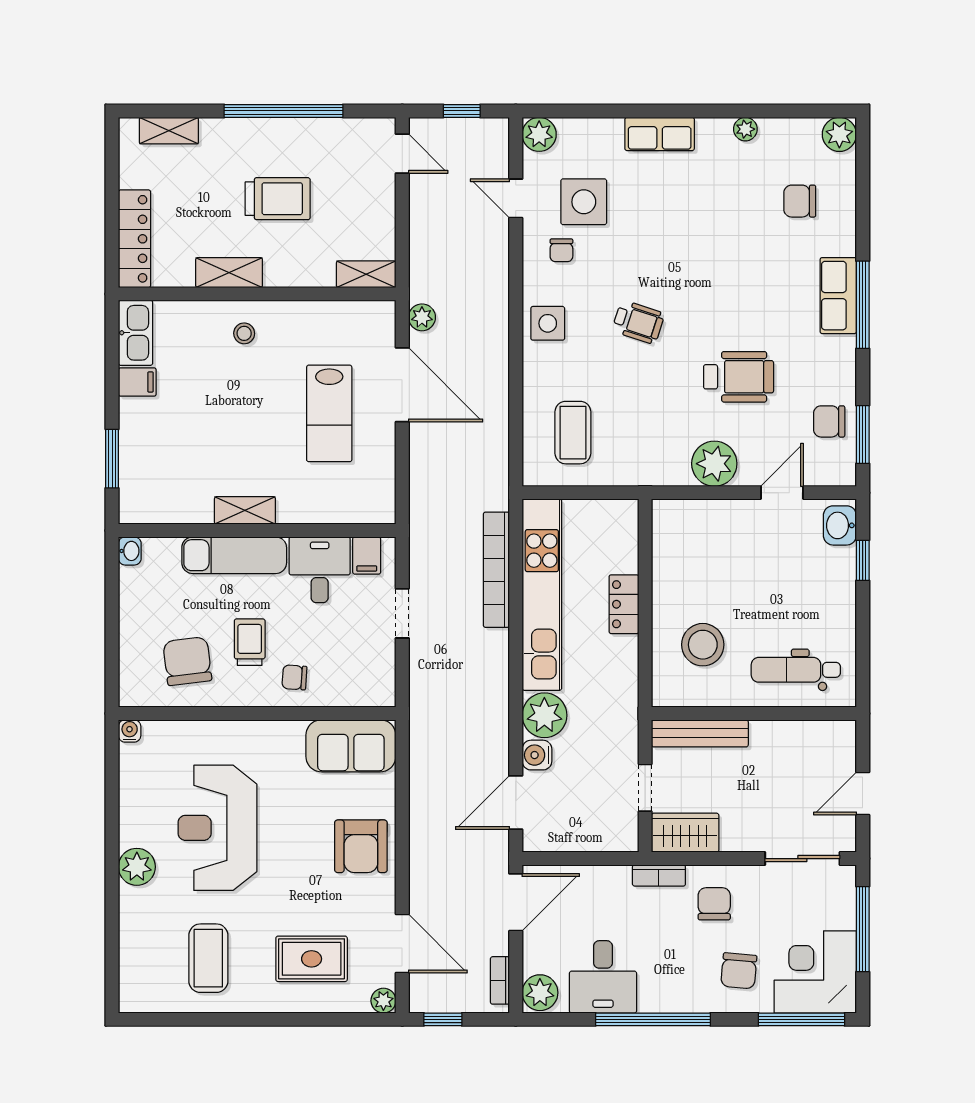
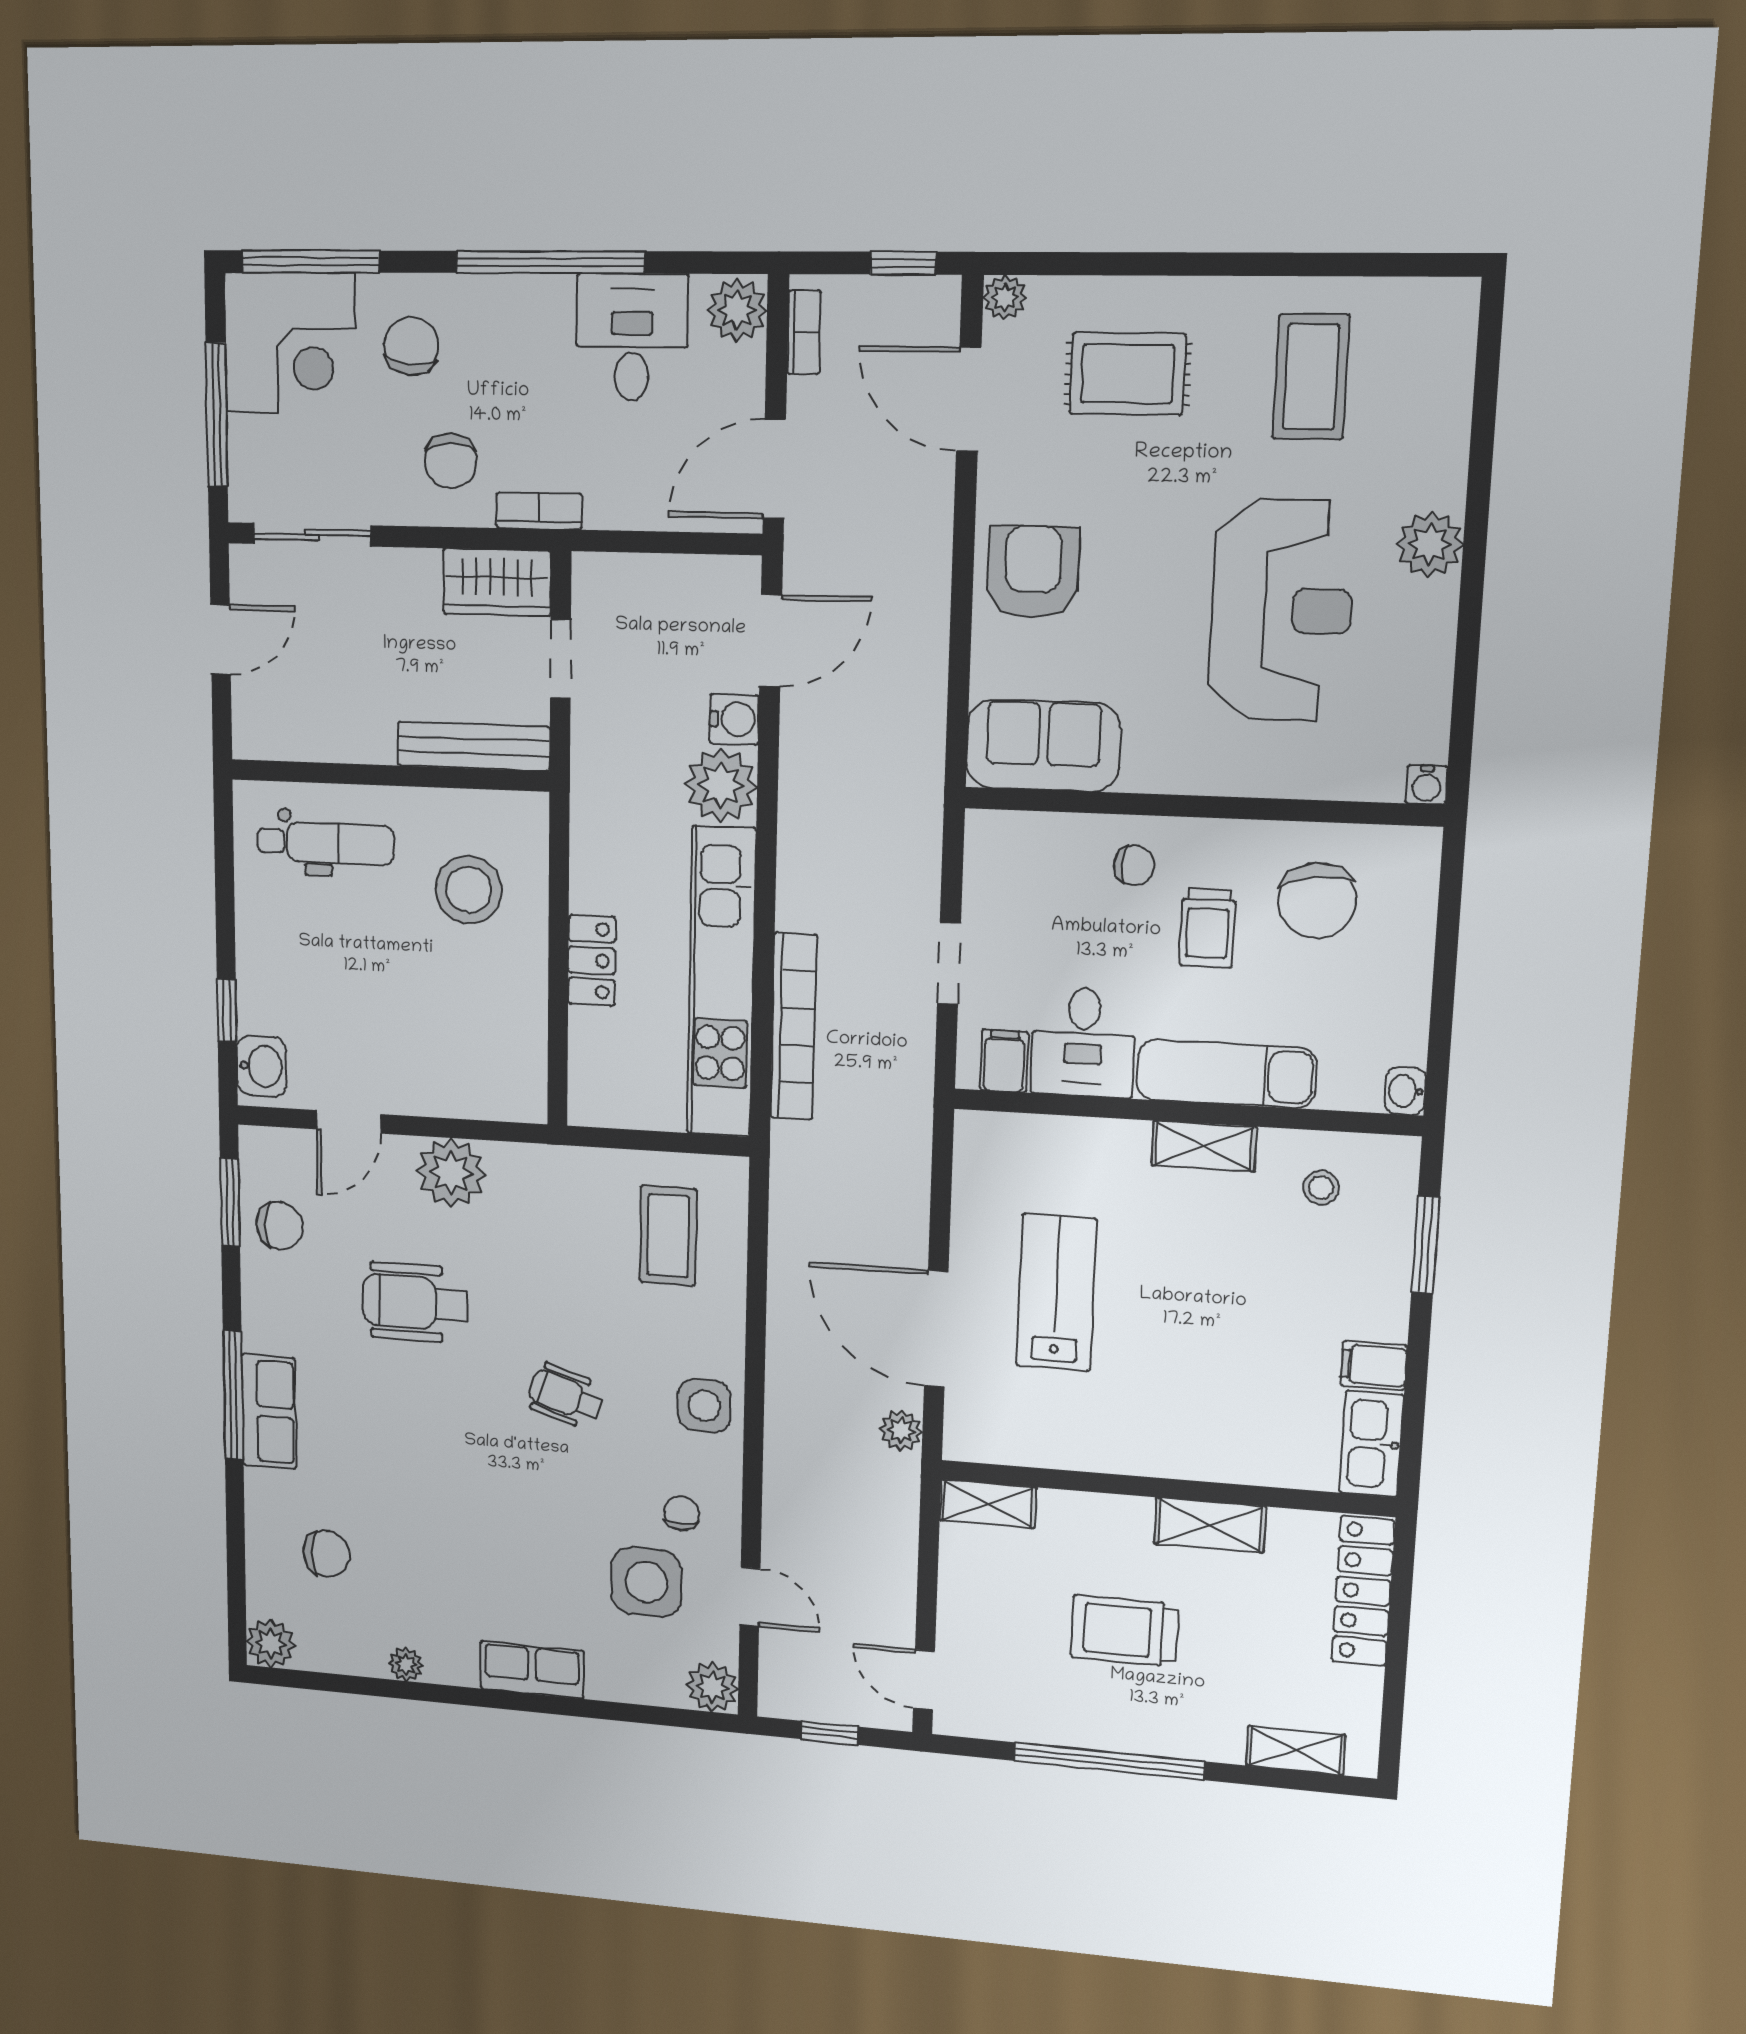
stool: (244, 333) -> (1321, 1188), moved

